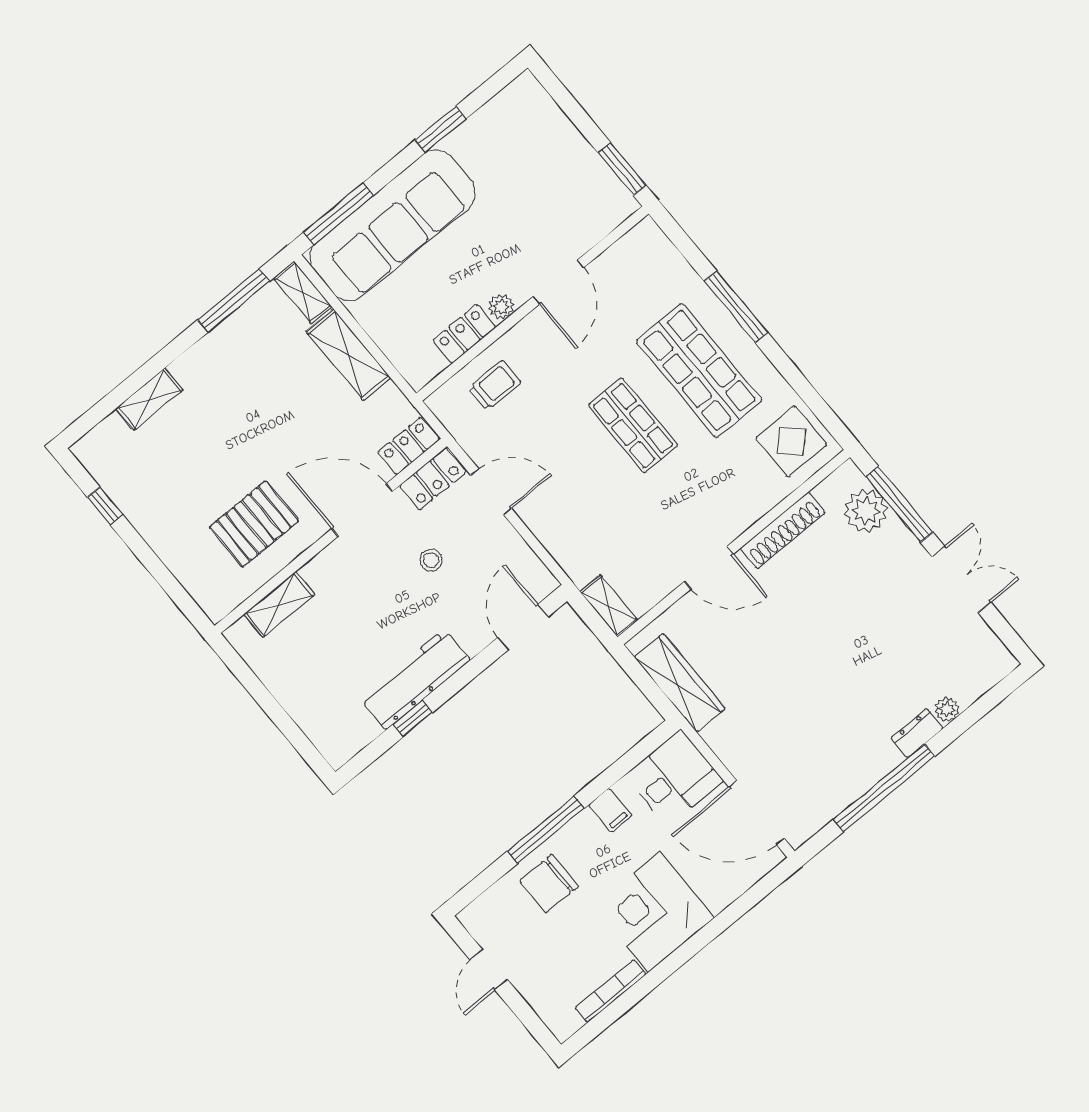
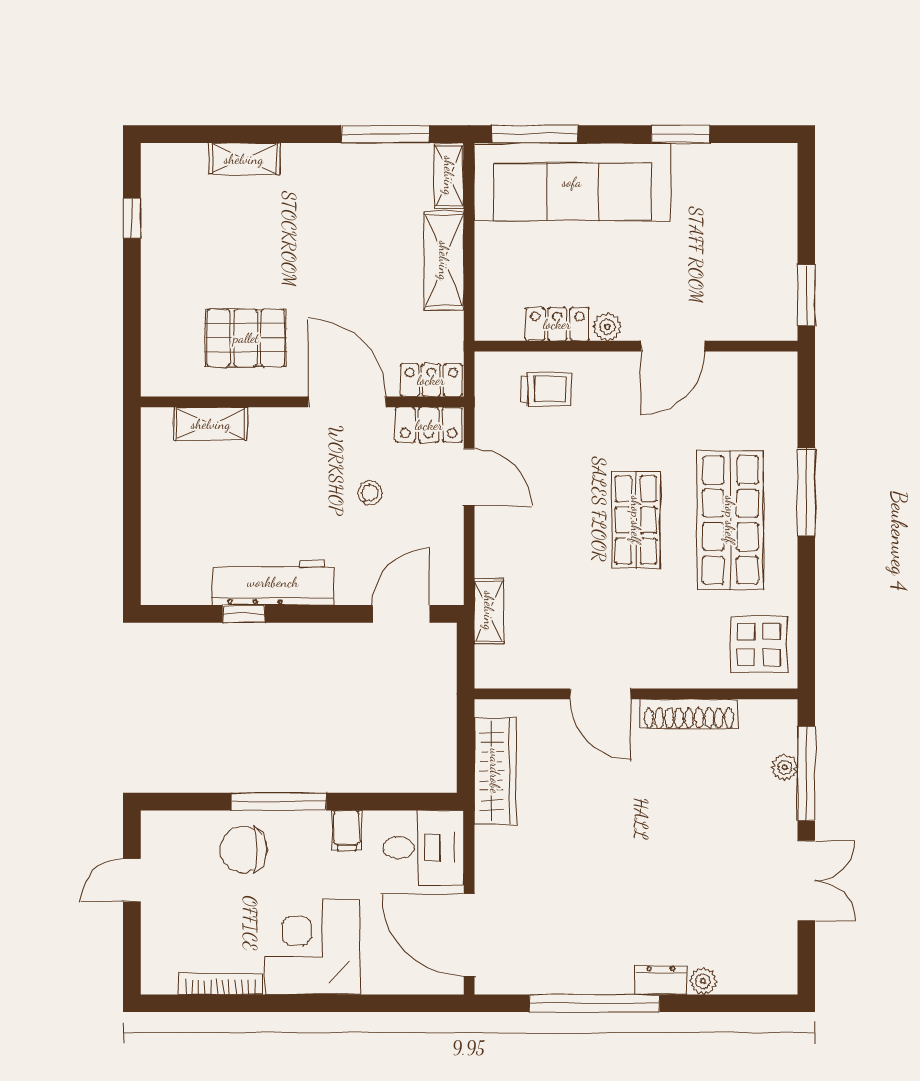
plant: (866, 511) -> (785, 767), width x0.53, depth x0.53
shelving: (609, 606) -> (489, 611), moved

